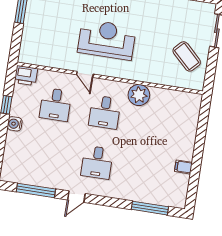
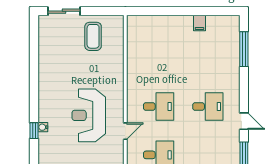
coffee table: (187, 56) -> (93, 36), turned -44
plant: (139, 95) -> (137, 76), removed

